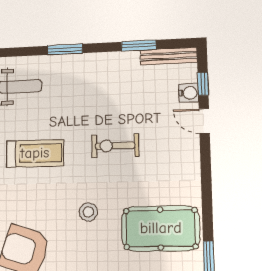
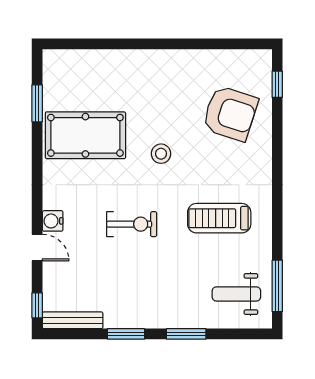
window: (139, 46) -> (126, 334), moved
window: (203, 84) -> (37, 305), moved
water cooler: (189, 93) -> (53, 221), moved

